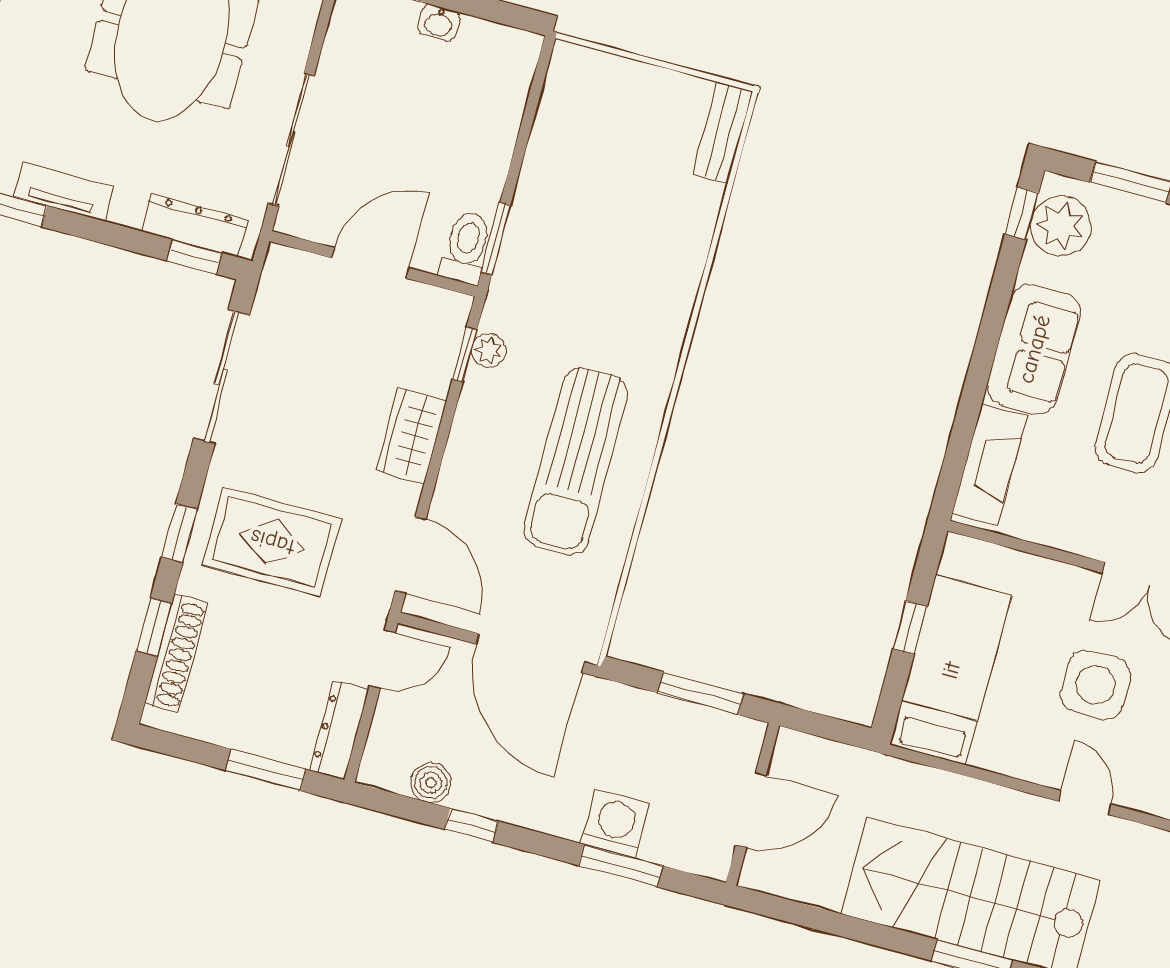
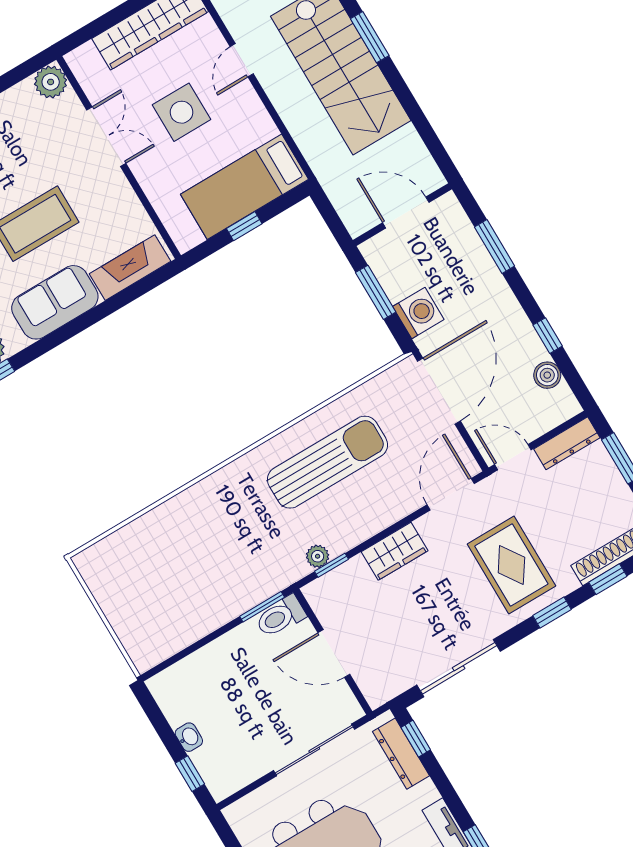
bench: (723, 133) -> (103, 552), removed
washing machine: (615, 824) -> (418, 313), moved, turned 180

